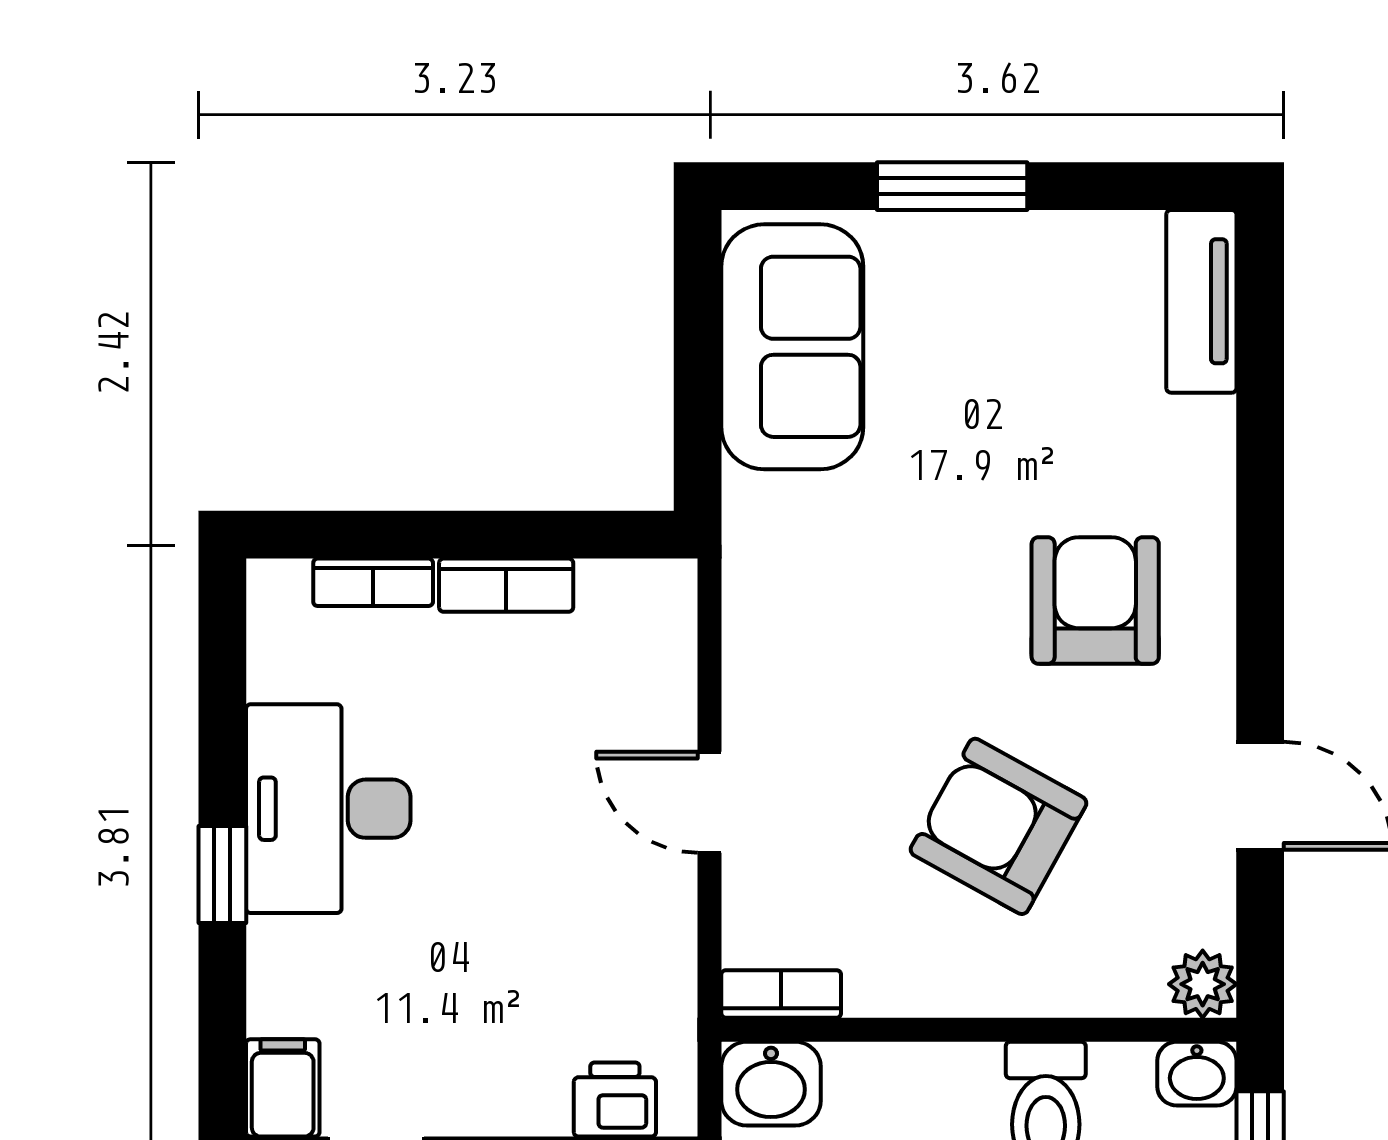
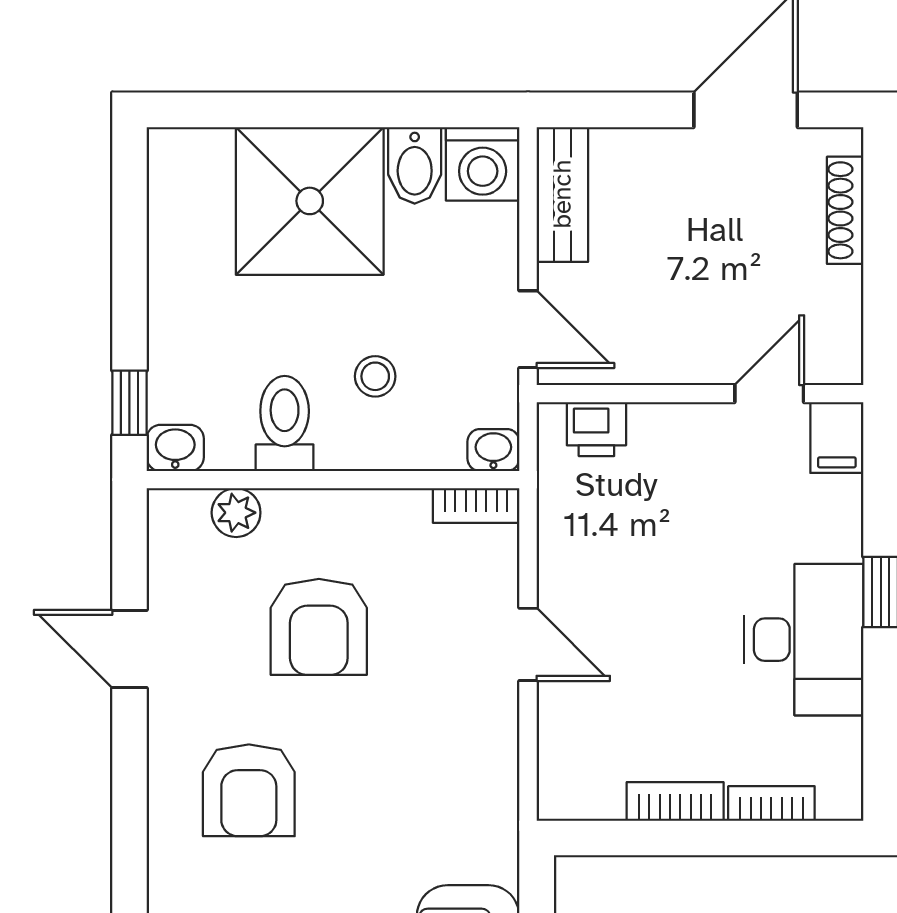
armchair: (999, 826) -> (319, 627), turned 61
plant: (1203, 984) -> (236, 513), moved
washbasin: (771, 1084) -> (493, 450), width x0.72, depth x0.69

